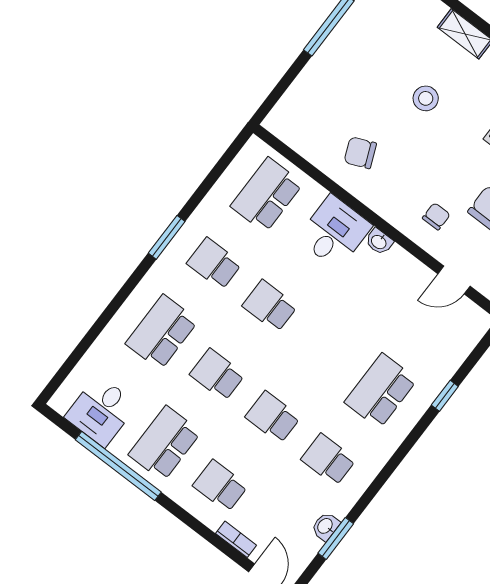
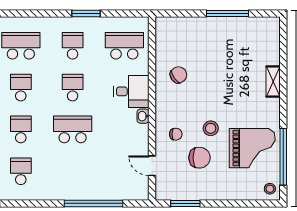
stool: (426, 98) -> (211, 128), moved
chair: (360, 153) -> (178, 75), turned 78
window: (167, 237) -> (86, 14), moved
school desk: (381, 391) -> (73, 129), moved
window: (445, 396) -> (94, 203), width x3.17

